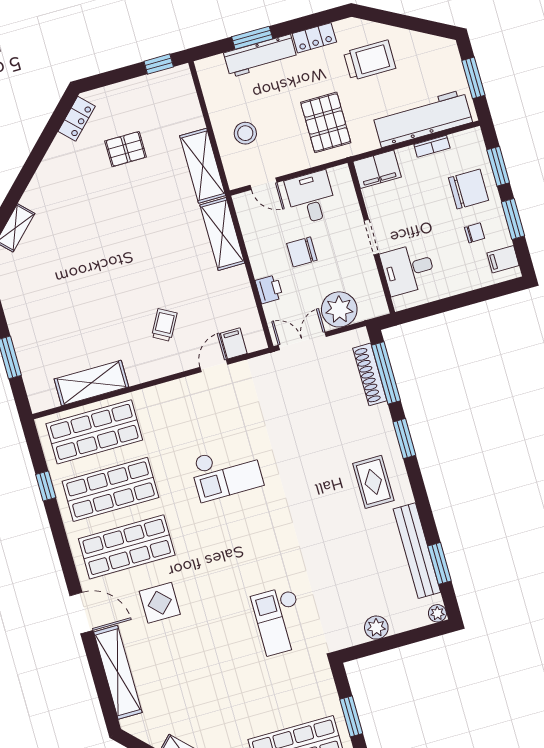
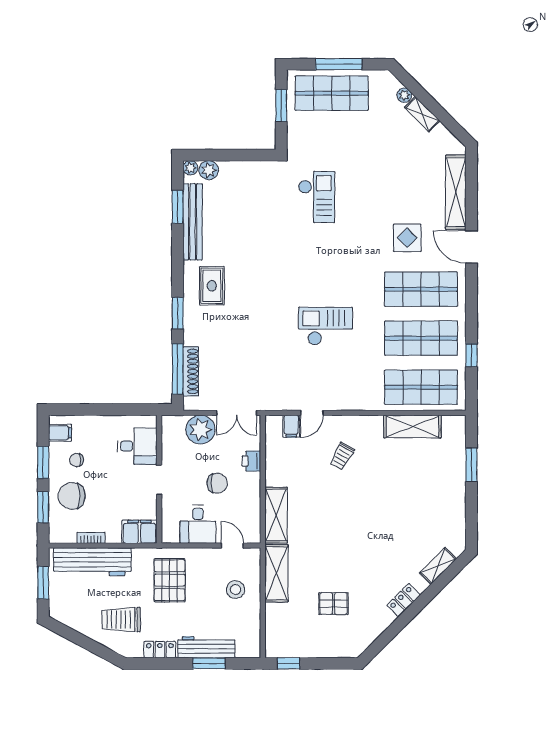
locker: (77, 119) -> (404, 600), moved
plant: (376, 628) -> (209, 170), moved

